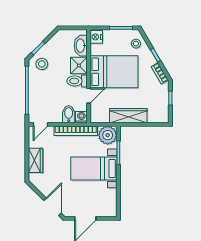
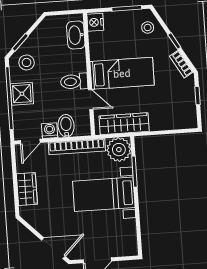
shower: (79, 65) -> (22, 94), moved
bed: (114, 72) -> (122, 73), width x0.67
door: (89, 96) -> (91, 100), hinge flipped
wardrobe: (128, 116) -> (124, 124), moved
washing machine: (81, 117) -> (50, 131), moved
door: (53, 207) -> (53, 248), hinge flipped

